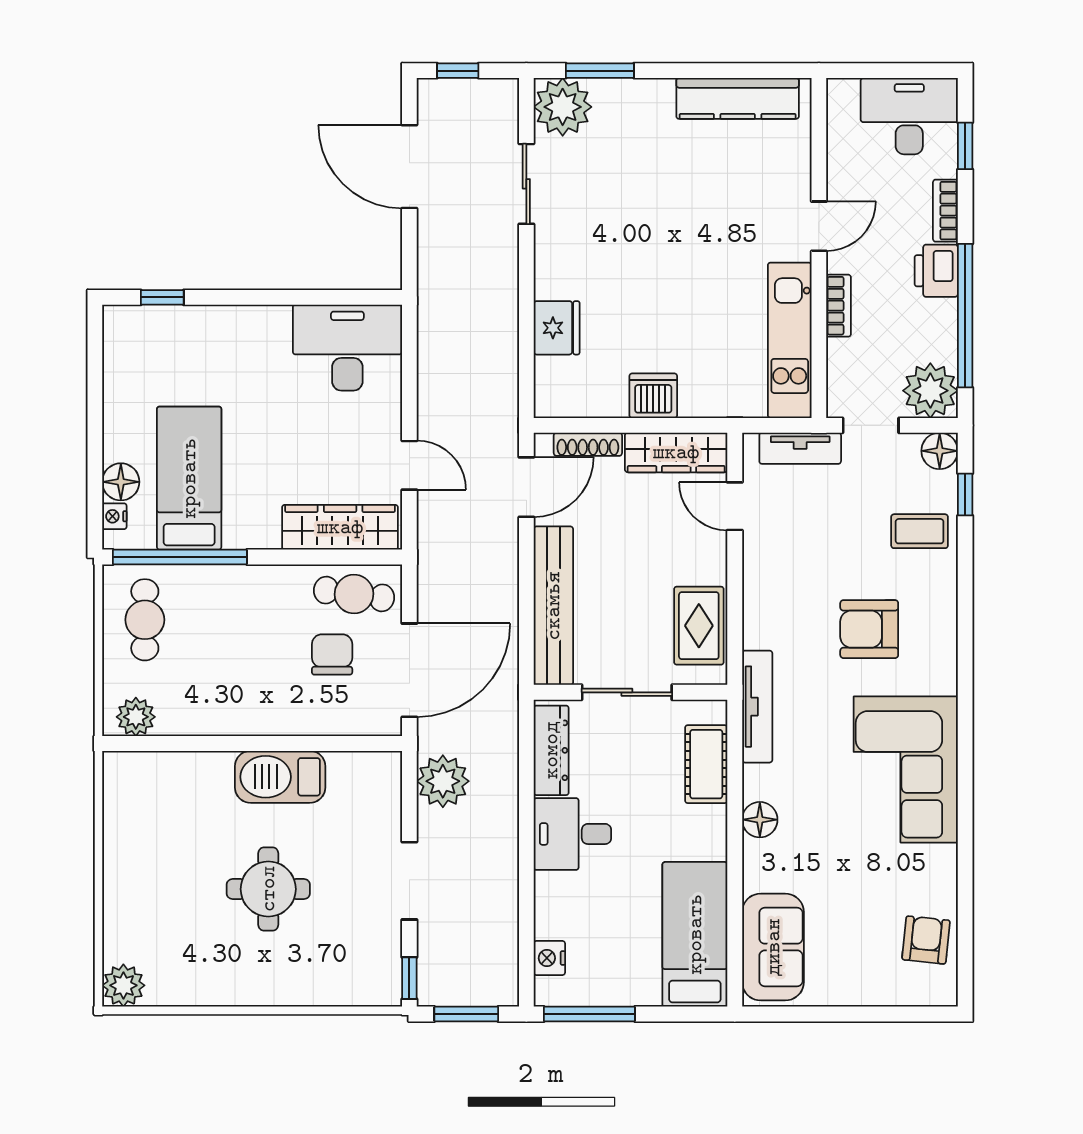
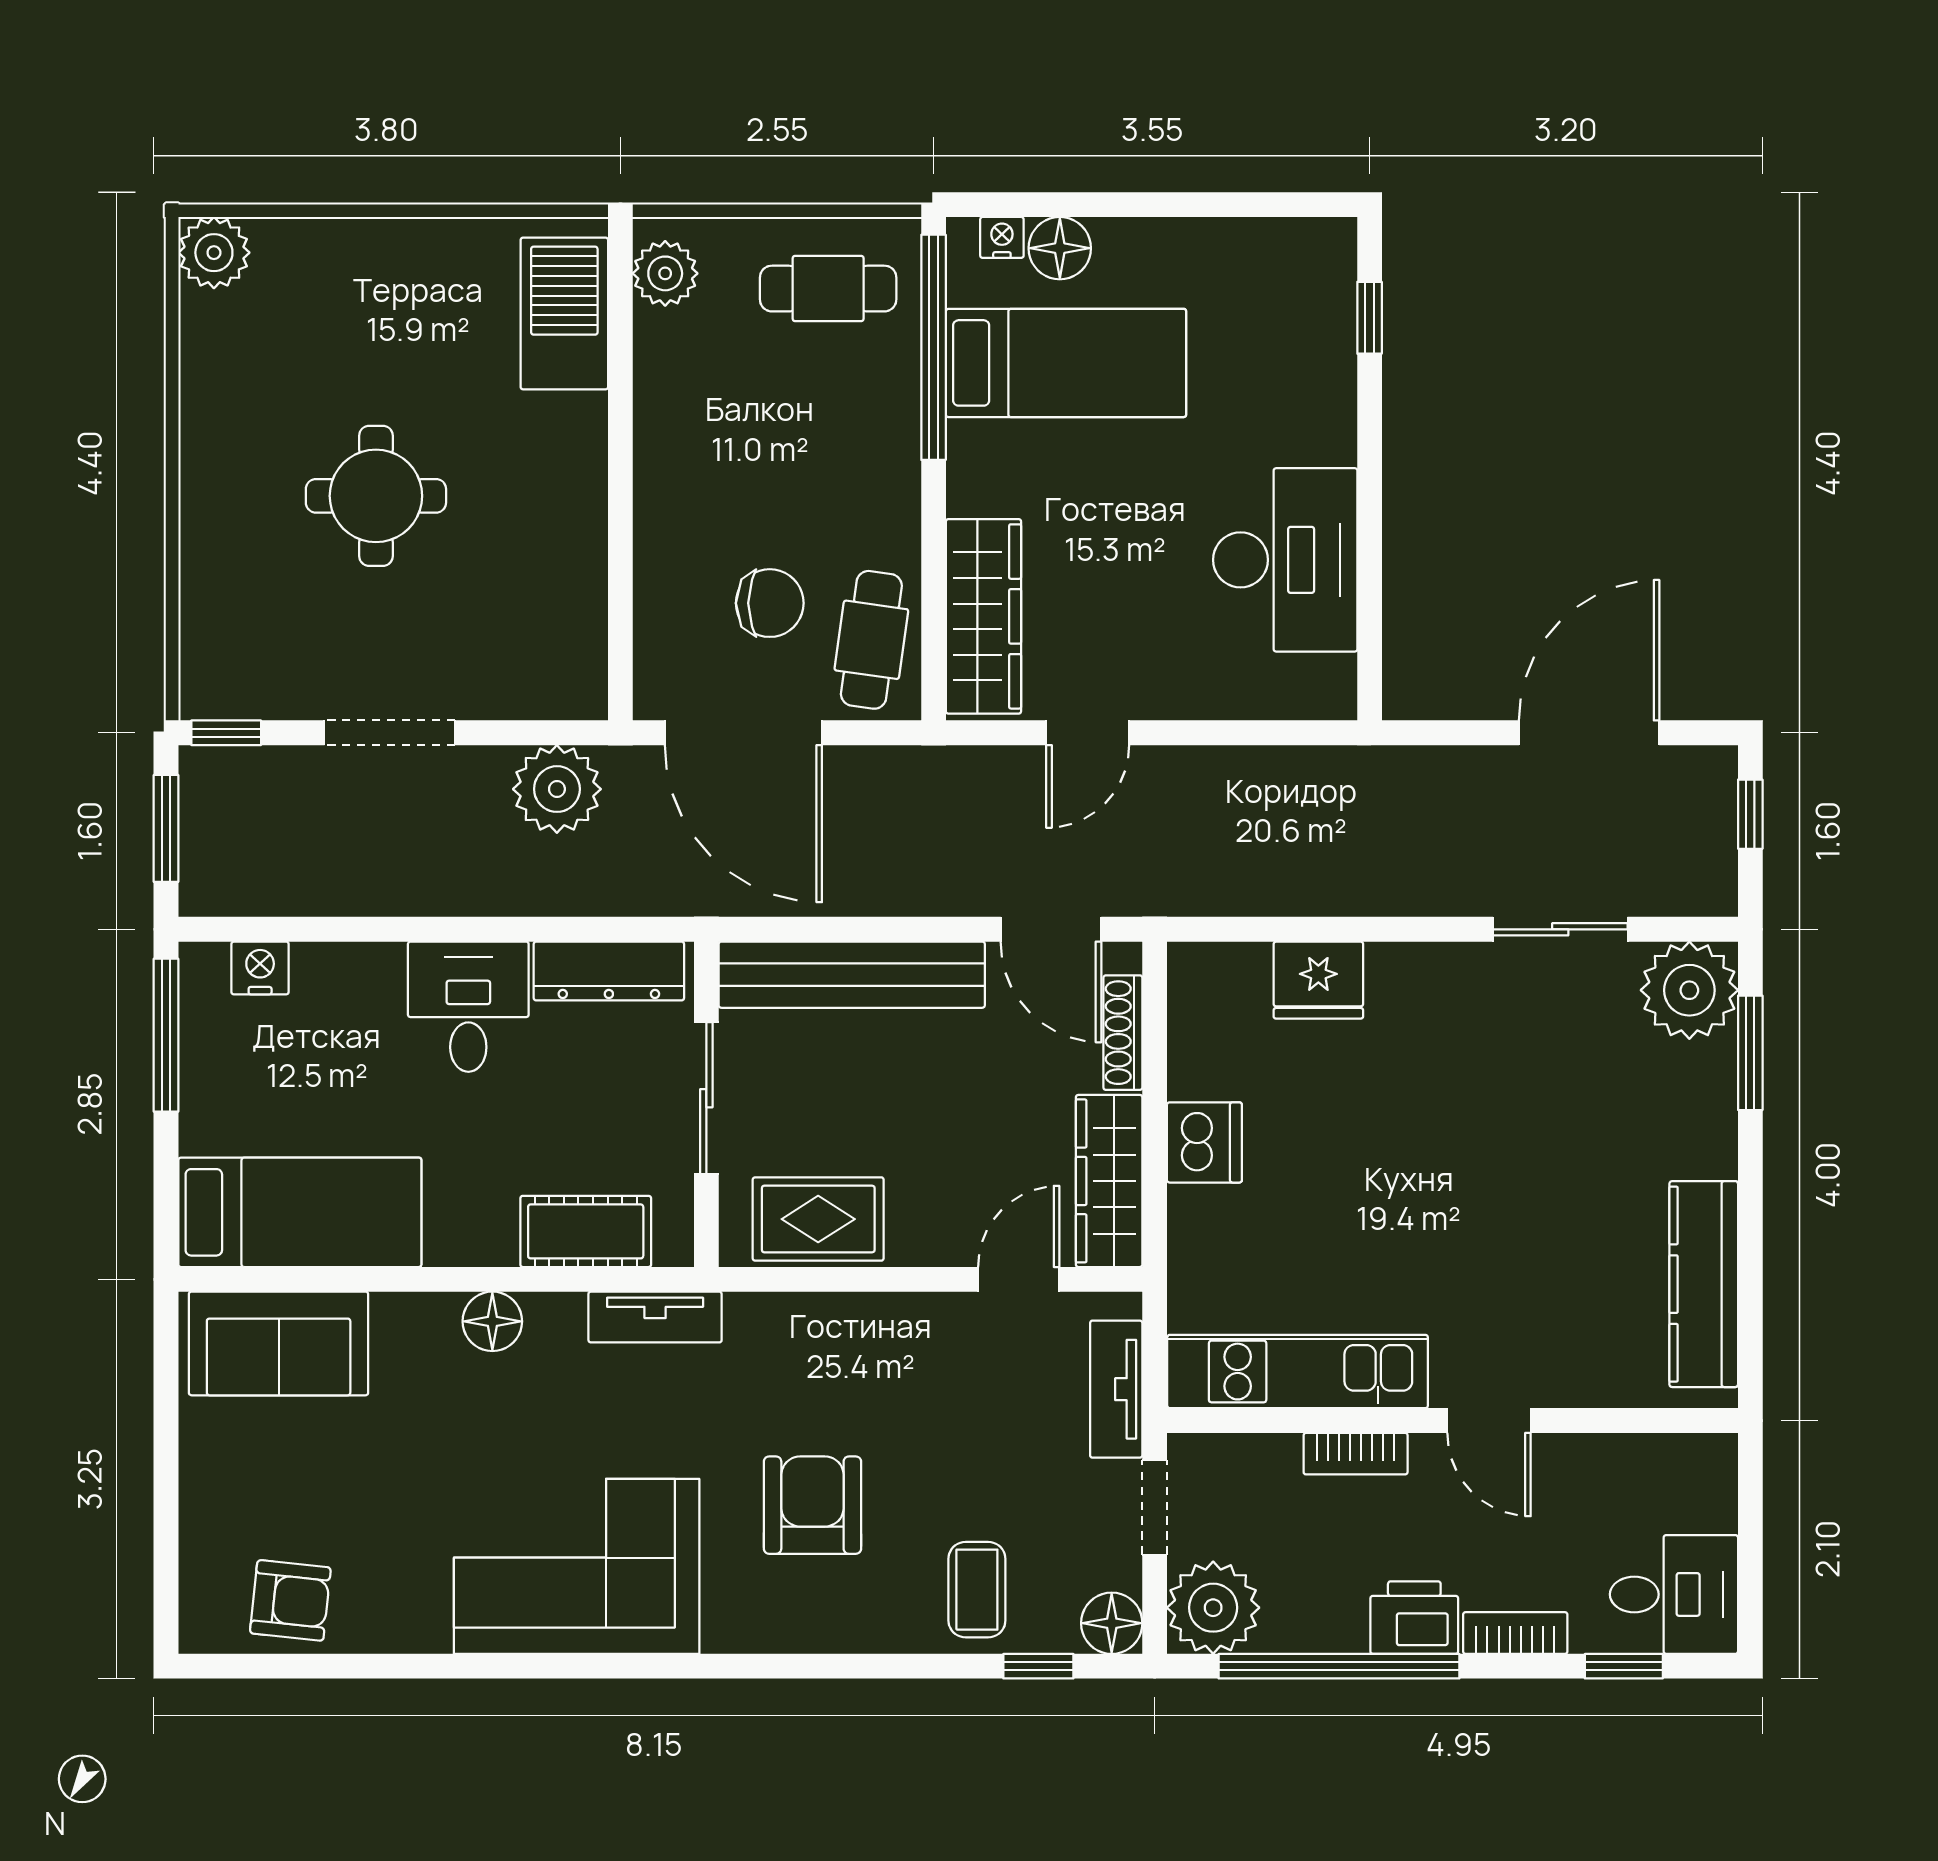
desk: (909, 116) -> (1674, 1594), width x0.73
desk: (347, 348) -> (1285, 560), moved
tv unit: (757, 707) -> (655, 1317), width x0.71
barbecue: (280, 777) -> (564, 313), moved

